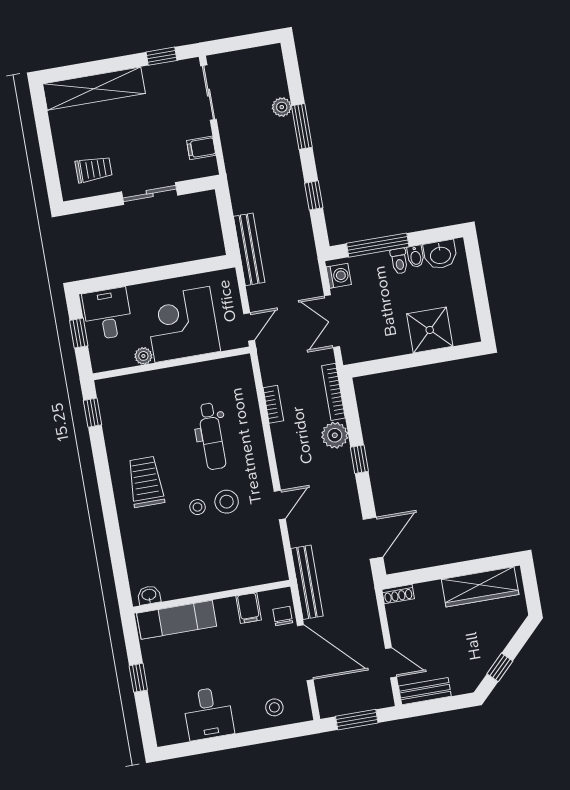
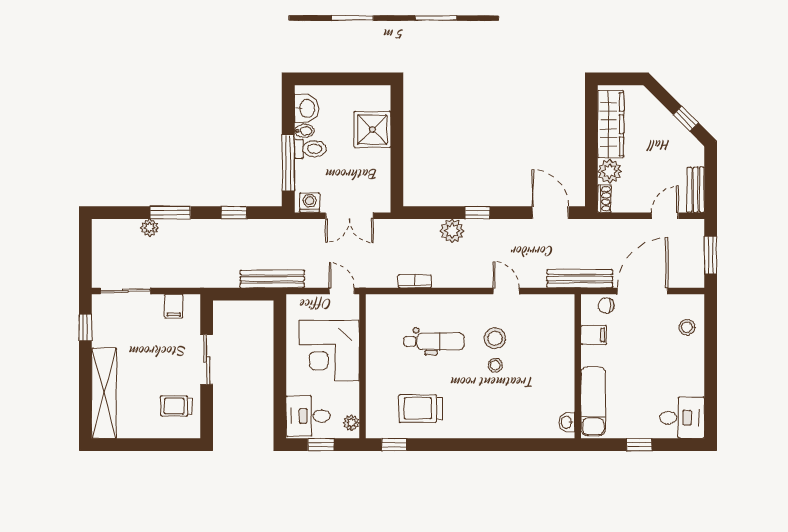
trolley: (94, 169) -> (176, 406), turned -90
toilet: (399, 261) -> (310, 149), width x1.37, depth x1.39
plant: (143, 356) -> (351, 423), moved
bookcase: (333, 392) -> (413, 225), removed
trolley: (146, 482) -> (421, 408), moved
plant: (429, 595) -> (610, 171), added
desk: (208, 713) -> (682, 418), moved

